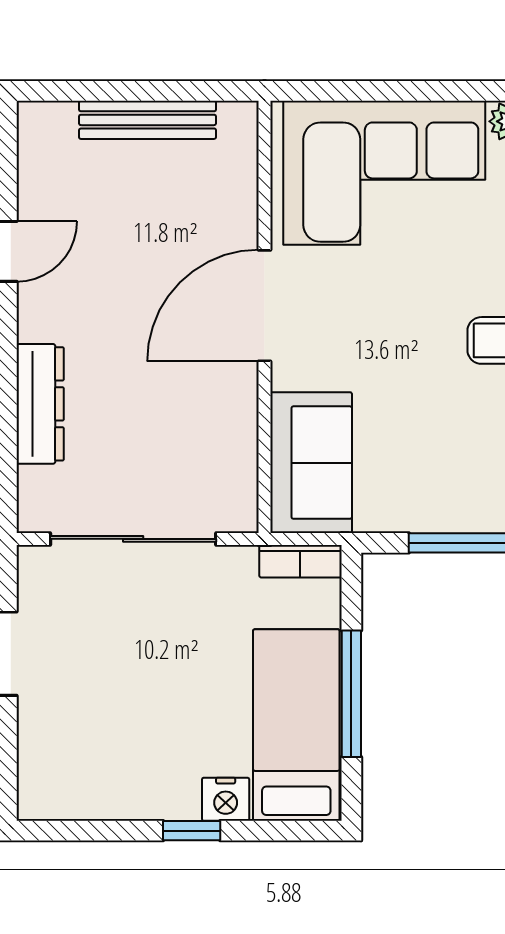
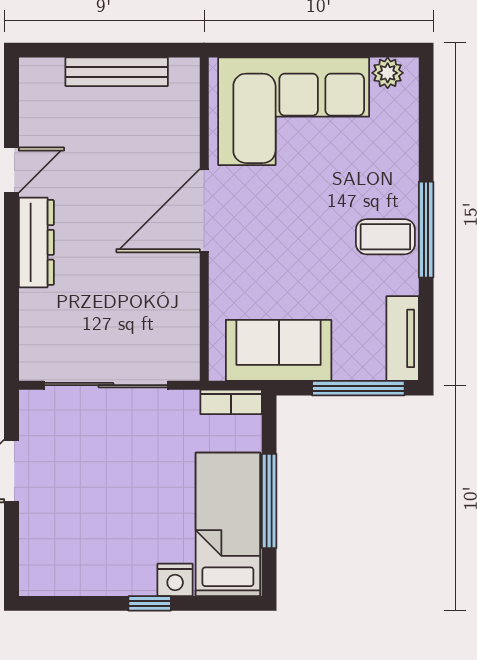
dresser: (40, 404) -> (36, 242), moved
sofa: (311, 463) -> (279, 350), moved, turned -90

